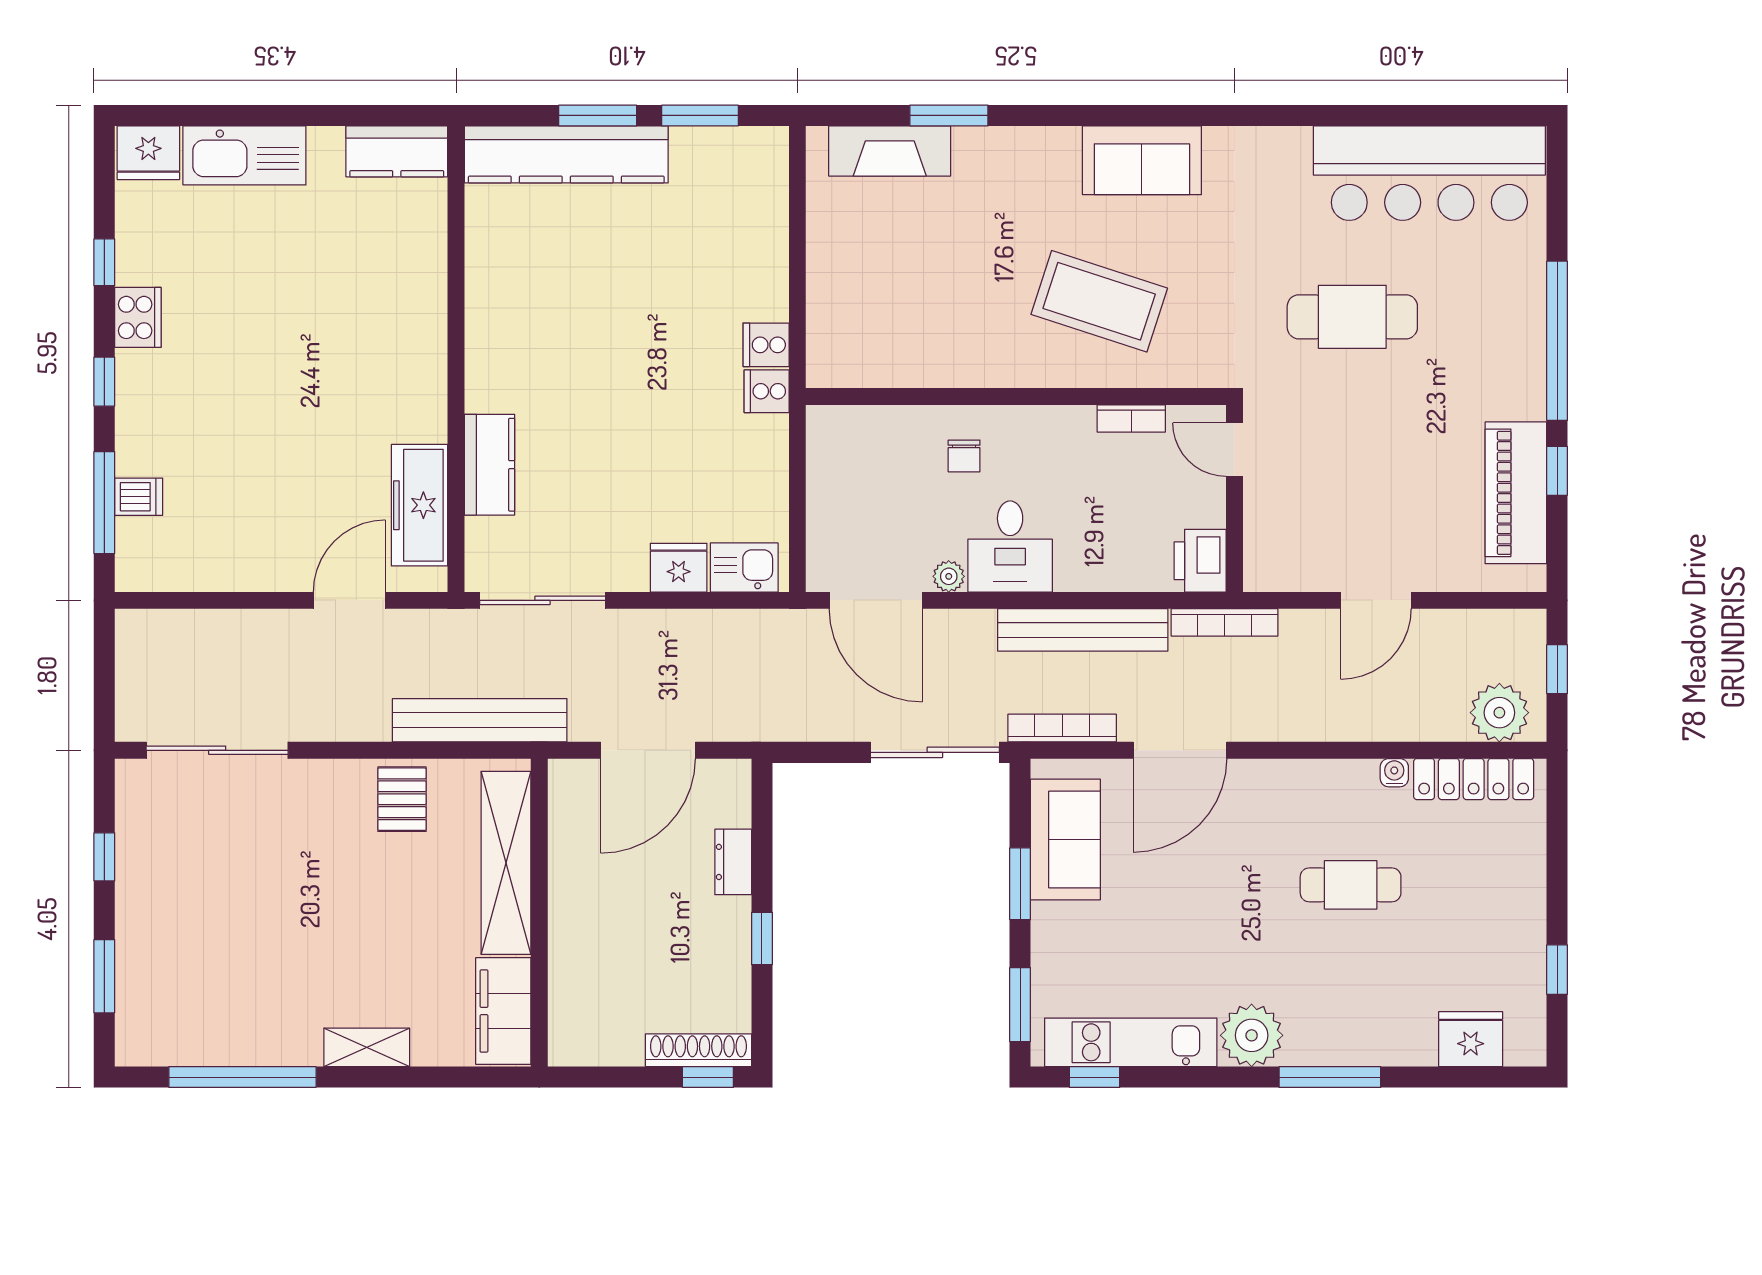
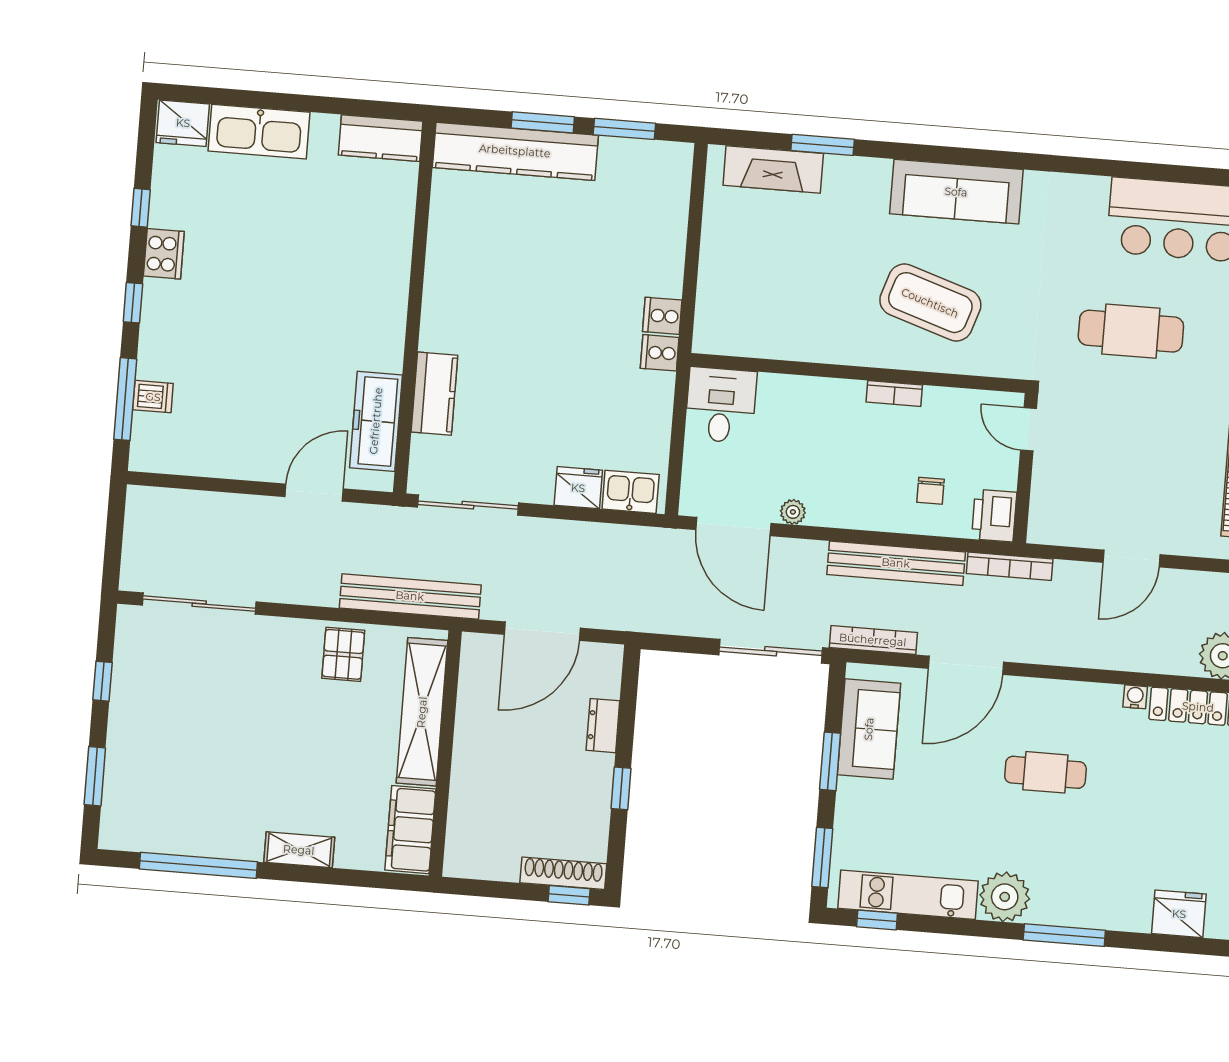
sofa: (1142, 160) -> (956, 192), width x1.36
bookcase: (1131, 418) -> (894, 394), moved
chair: (964, 456) -> (930, 491), moved
desk: (1010, 547) -> (721, 405), moved, turned 180
cafe table: (1351, 885) -> (1045, 772), moved

